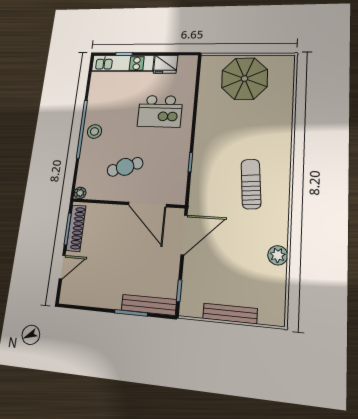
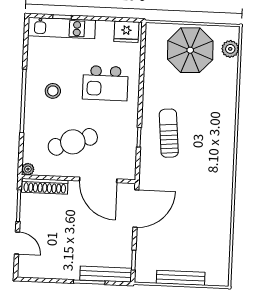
fridge: (166, 64) -> (126, 32), moved
stool: (94, 131) -> (53, 91), moved
cafe table: (125, 167) -> (73, 142), width x1.37, depth x1.35
sun lounger: (251, 184) -> (169, 133), moved
shoe rack: (76, 228) -> (45, 186), moved, turned 90
plant: (278, 255) -> (230, 49), moved
door: (62, 267) -> (17, 243), hinge flipped

